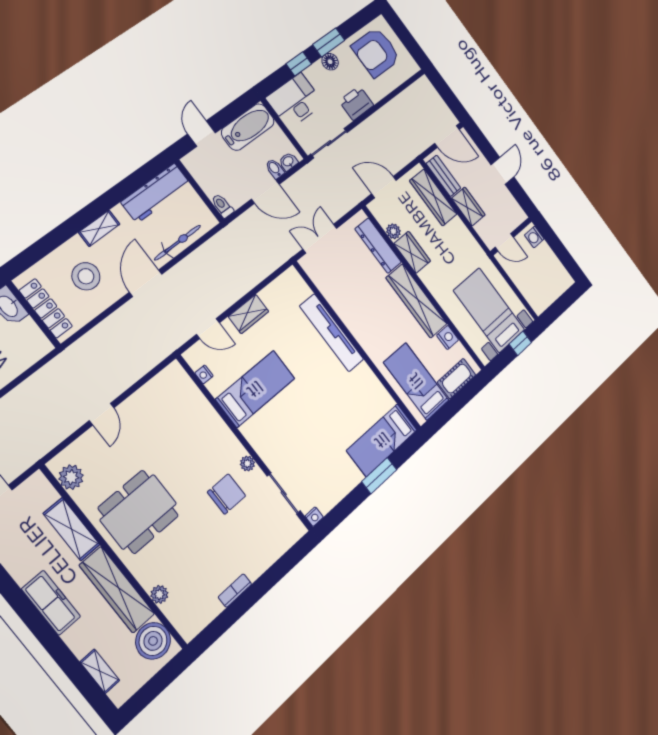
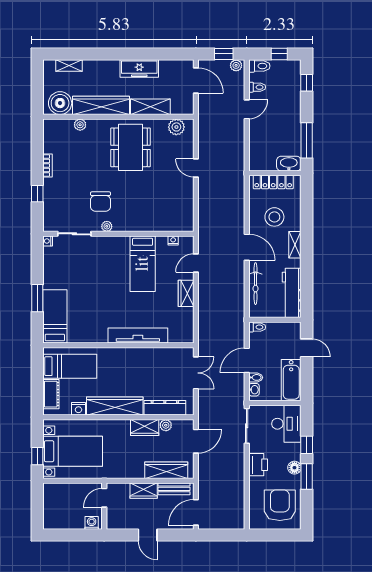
window: (274, 574) -> (37, 194), added
freezer: (51, 603) -> (139, 68), moved

